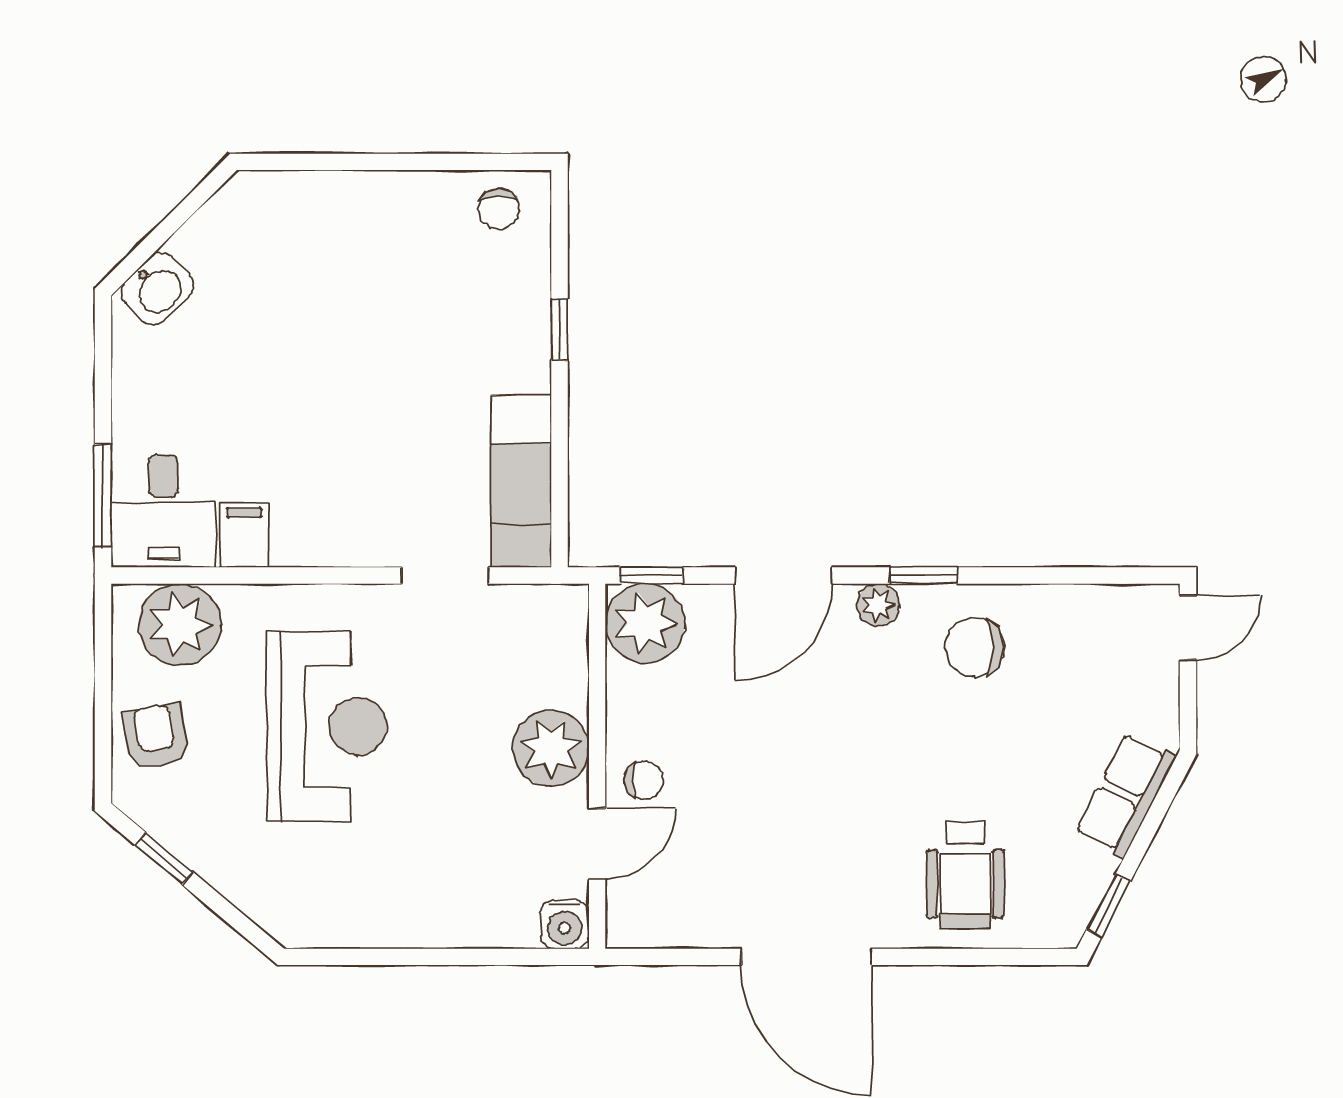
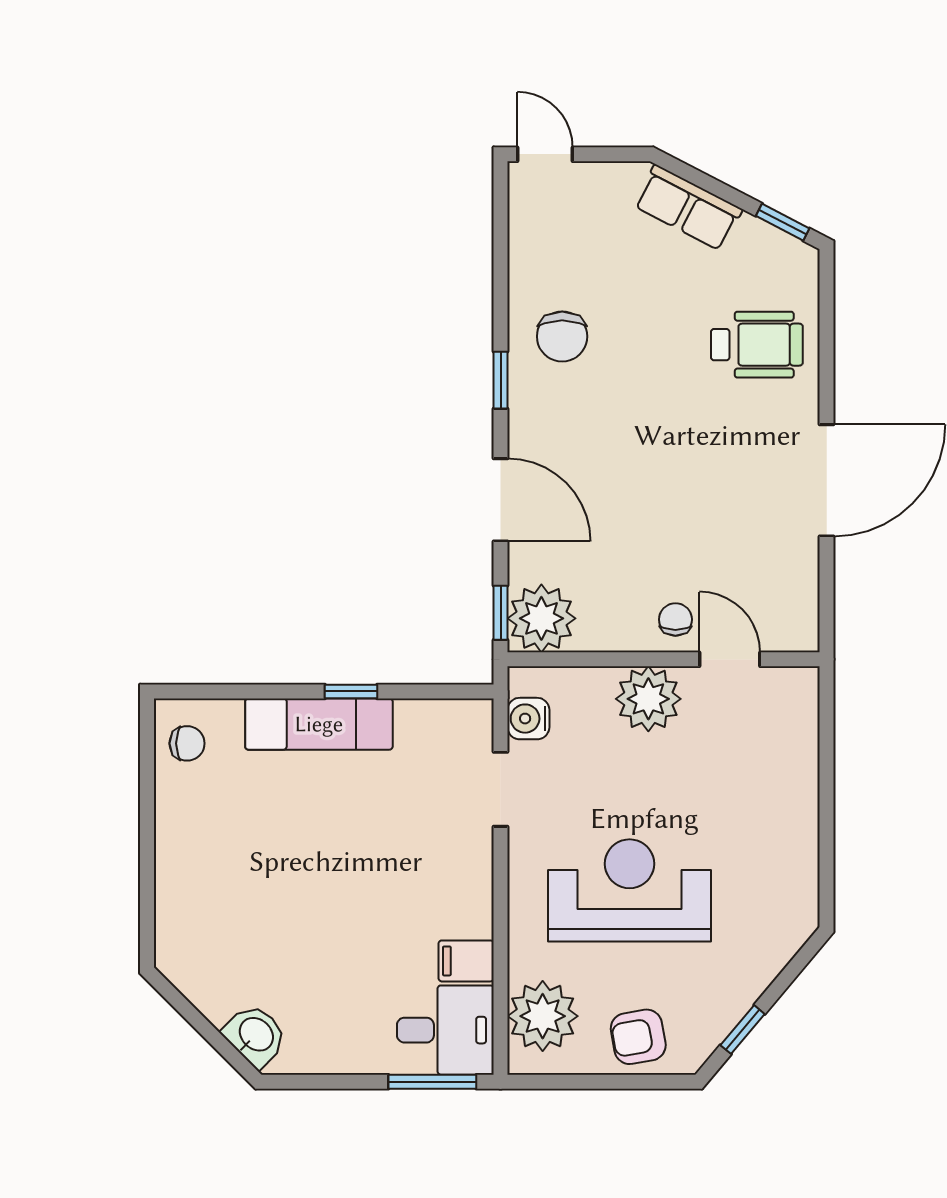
window: (560, 330) -> (351, 691), moved
exam couch: (521, 481) -> (319, 724), moved
plant: (878, 605) -> (526, 419), removed
water cooler: (565, 924) -> (528, 719), moved, turned 180

